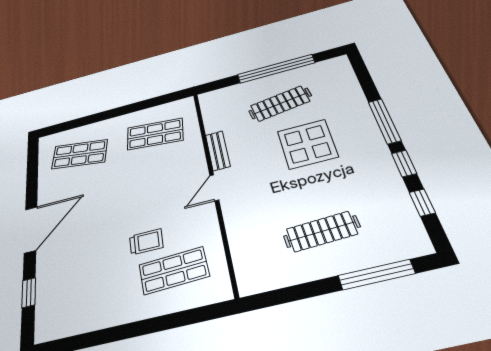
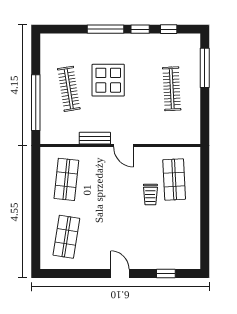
window: (276, 69) -> (36, 103), moved
door: (31, 230) -> (120, 274), width x0.53
trolley: (146, 242) -> (150, 194), turned 180

